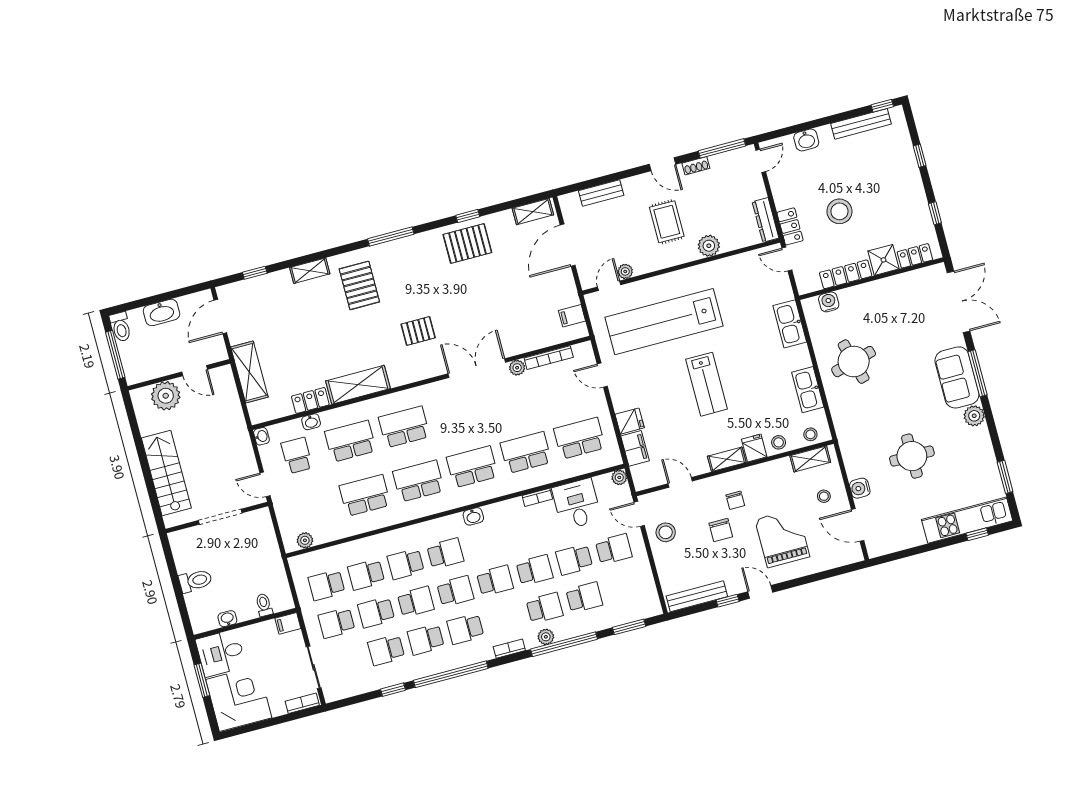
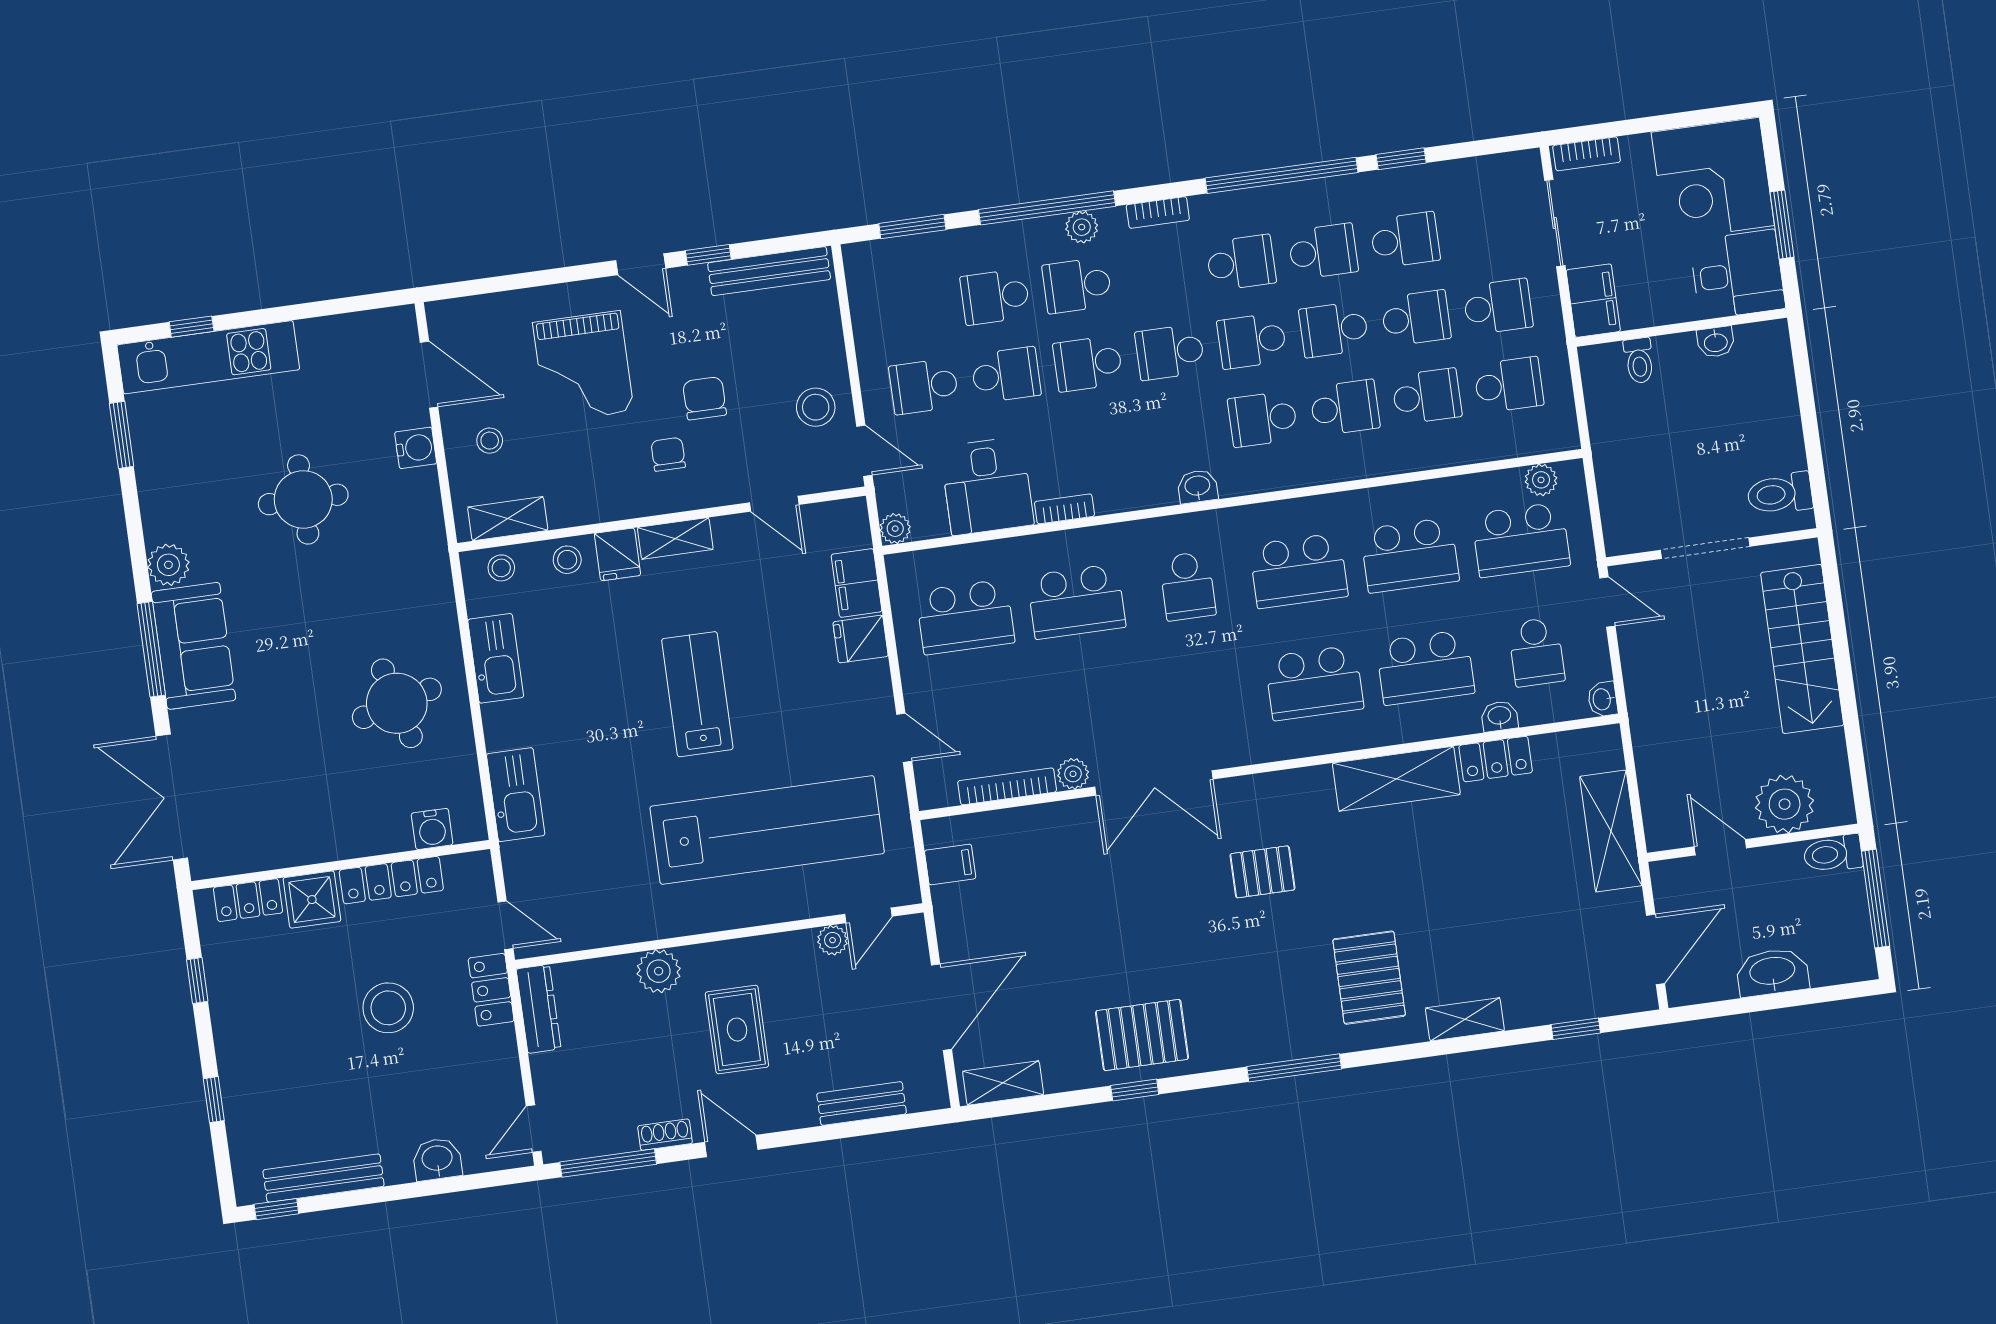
toilet: (121, 327) -> (1833, 854), moved, turned -90
school desk: (472, 467) -> (1188, 586), width x0.54
school desk: (311, 510) -> (1521, 540), added
toilet: (195, 581) -> (1780, 494), moved
filing cabinet: (288, 623) -> (1593, 301), width x2.00

